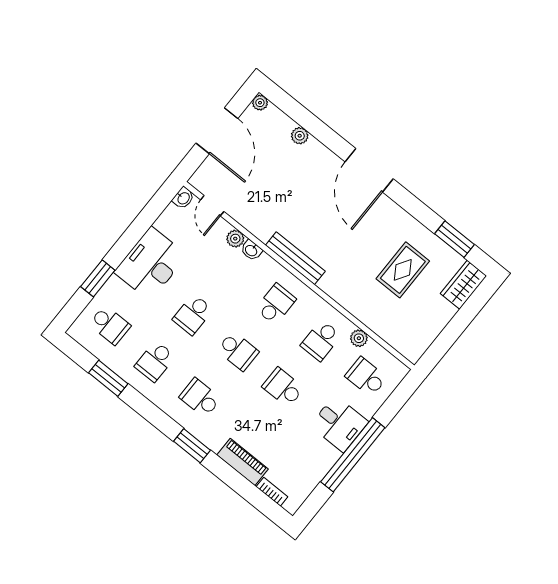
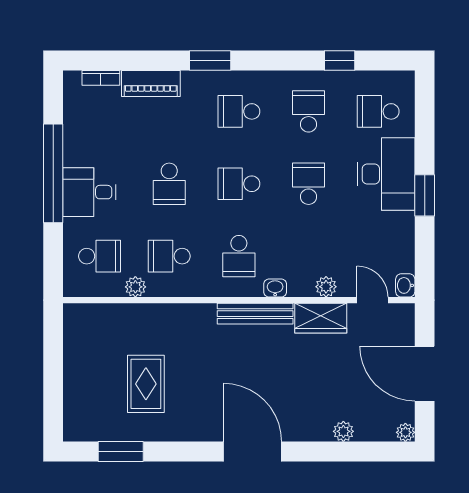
washbasin: (251, 250) -> (275, 288), moved
desk: (151, 264) -> (386, 174), moved
window: (98, 278) -> (425, 195), moved
wardrobe: (463, 285) -> (321, 318), moved, turned 90
school desk: (321, 340) -> (169, 256), turned -90
window: (108, 378) -> (340, 61), width x0.67
school desk: (283, 387) -> (169, 184), turned 90
school desk: (200, 398) -> (239, 111), turned 180

